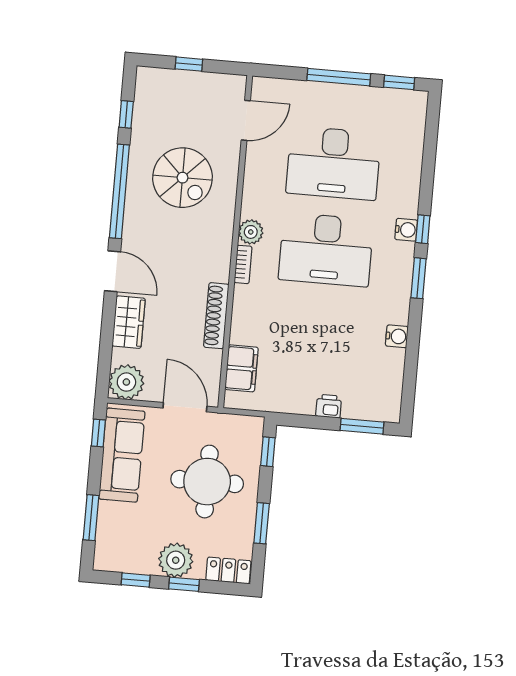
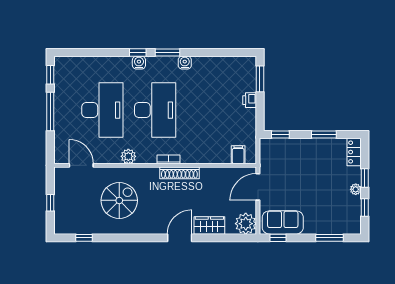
window: (119, 191) -> (131, 238), removed
plant: (251, 232) -> (128, 156), moved
shoe rack: (216, 316) -> (179, 173), moved
water cooler: (397, 336) -> (185, 63), moved
filing cabinet: (241, 368) -> (238, 155), width x0.50
sofa: (122, 455) -> (283, 222), width x0.73
round table: (207, 482) -> (302, 170), removed
plant: (176, 560) -> (356, 189), width x0.53, depth x0.53

